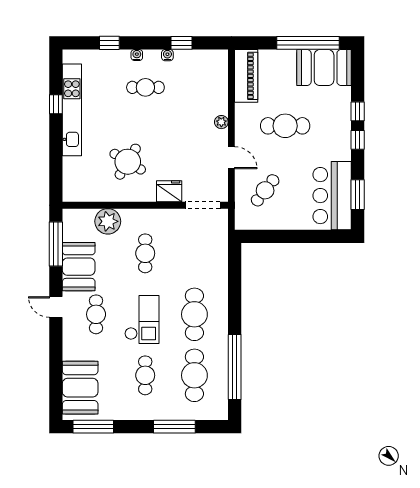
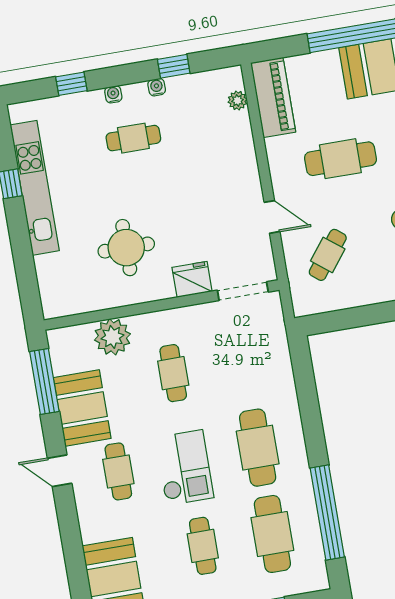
plant: (221, 122) -> (238, 100), moved
round table: (128, 162) -> (126, 248), turned -31

